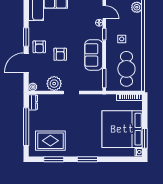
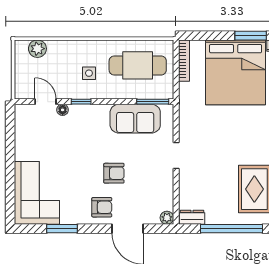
door: (104, 12) -> (45, 102), hinge flipped
window: (26, 37) -> (62, 229), moved
sofa: (94, 55) -> (135, 119), moved
plant: (54, 84) -> (162, 183), removed

